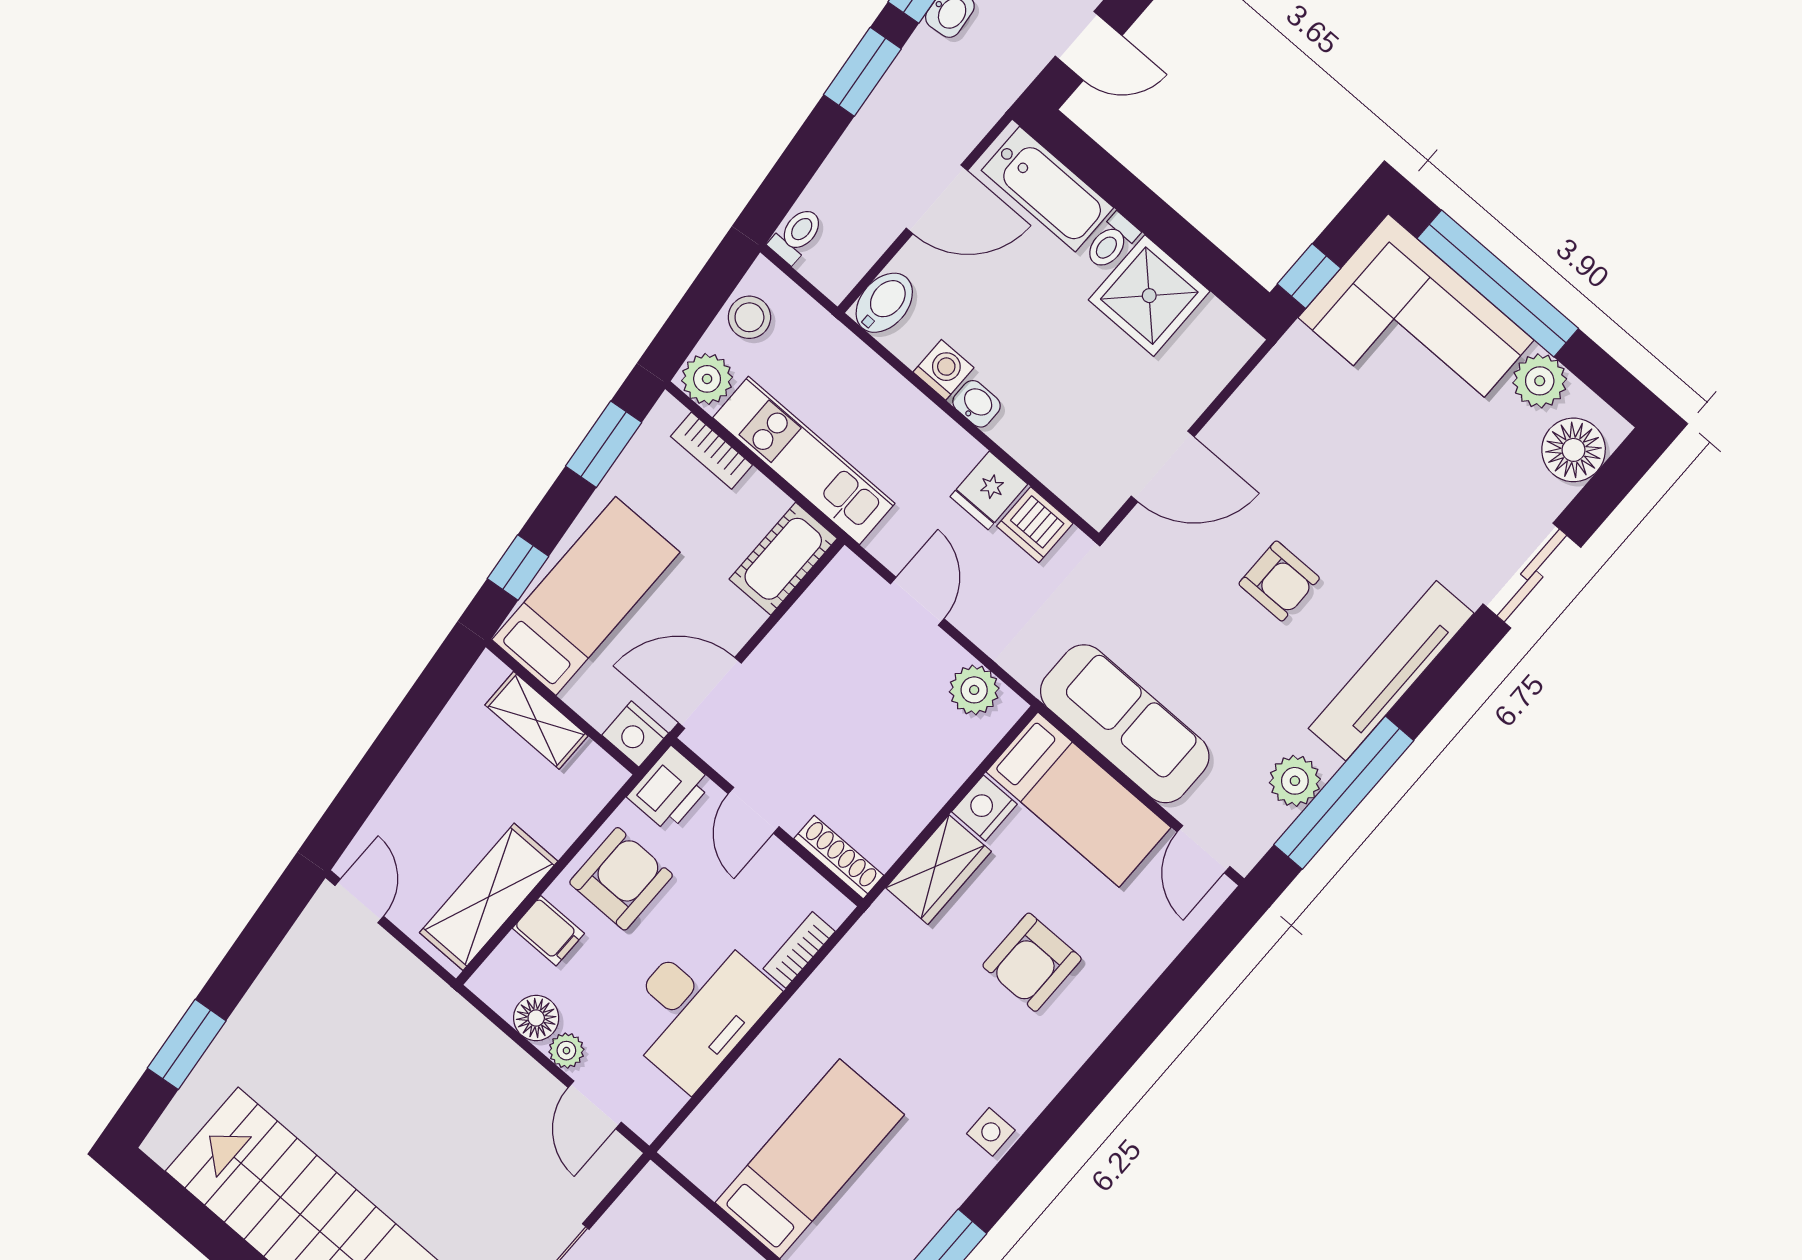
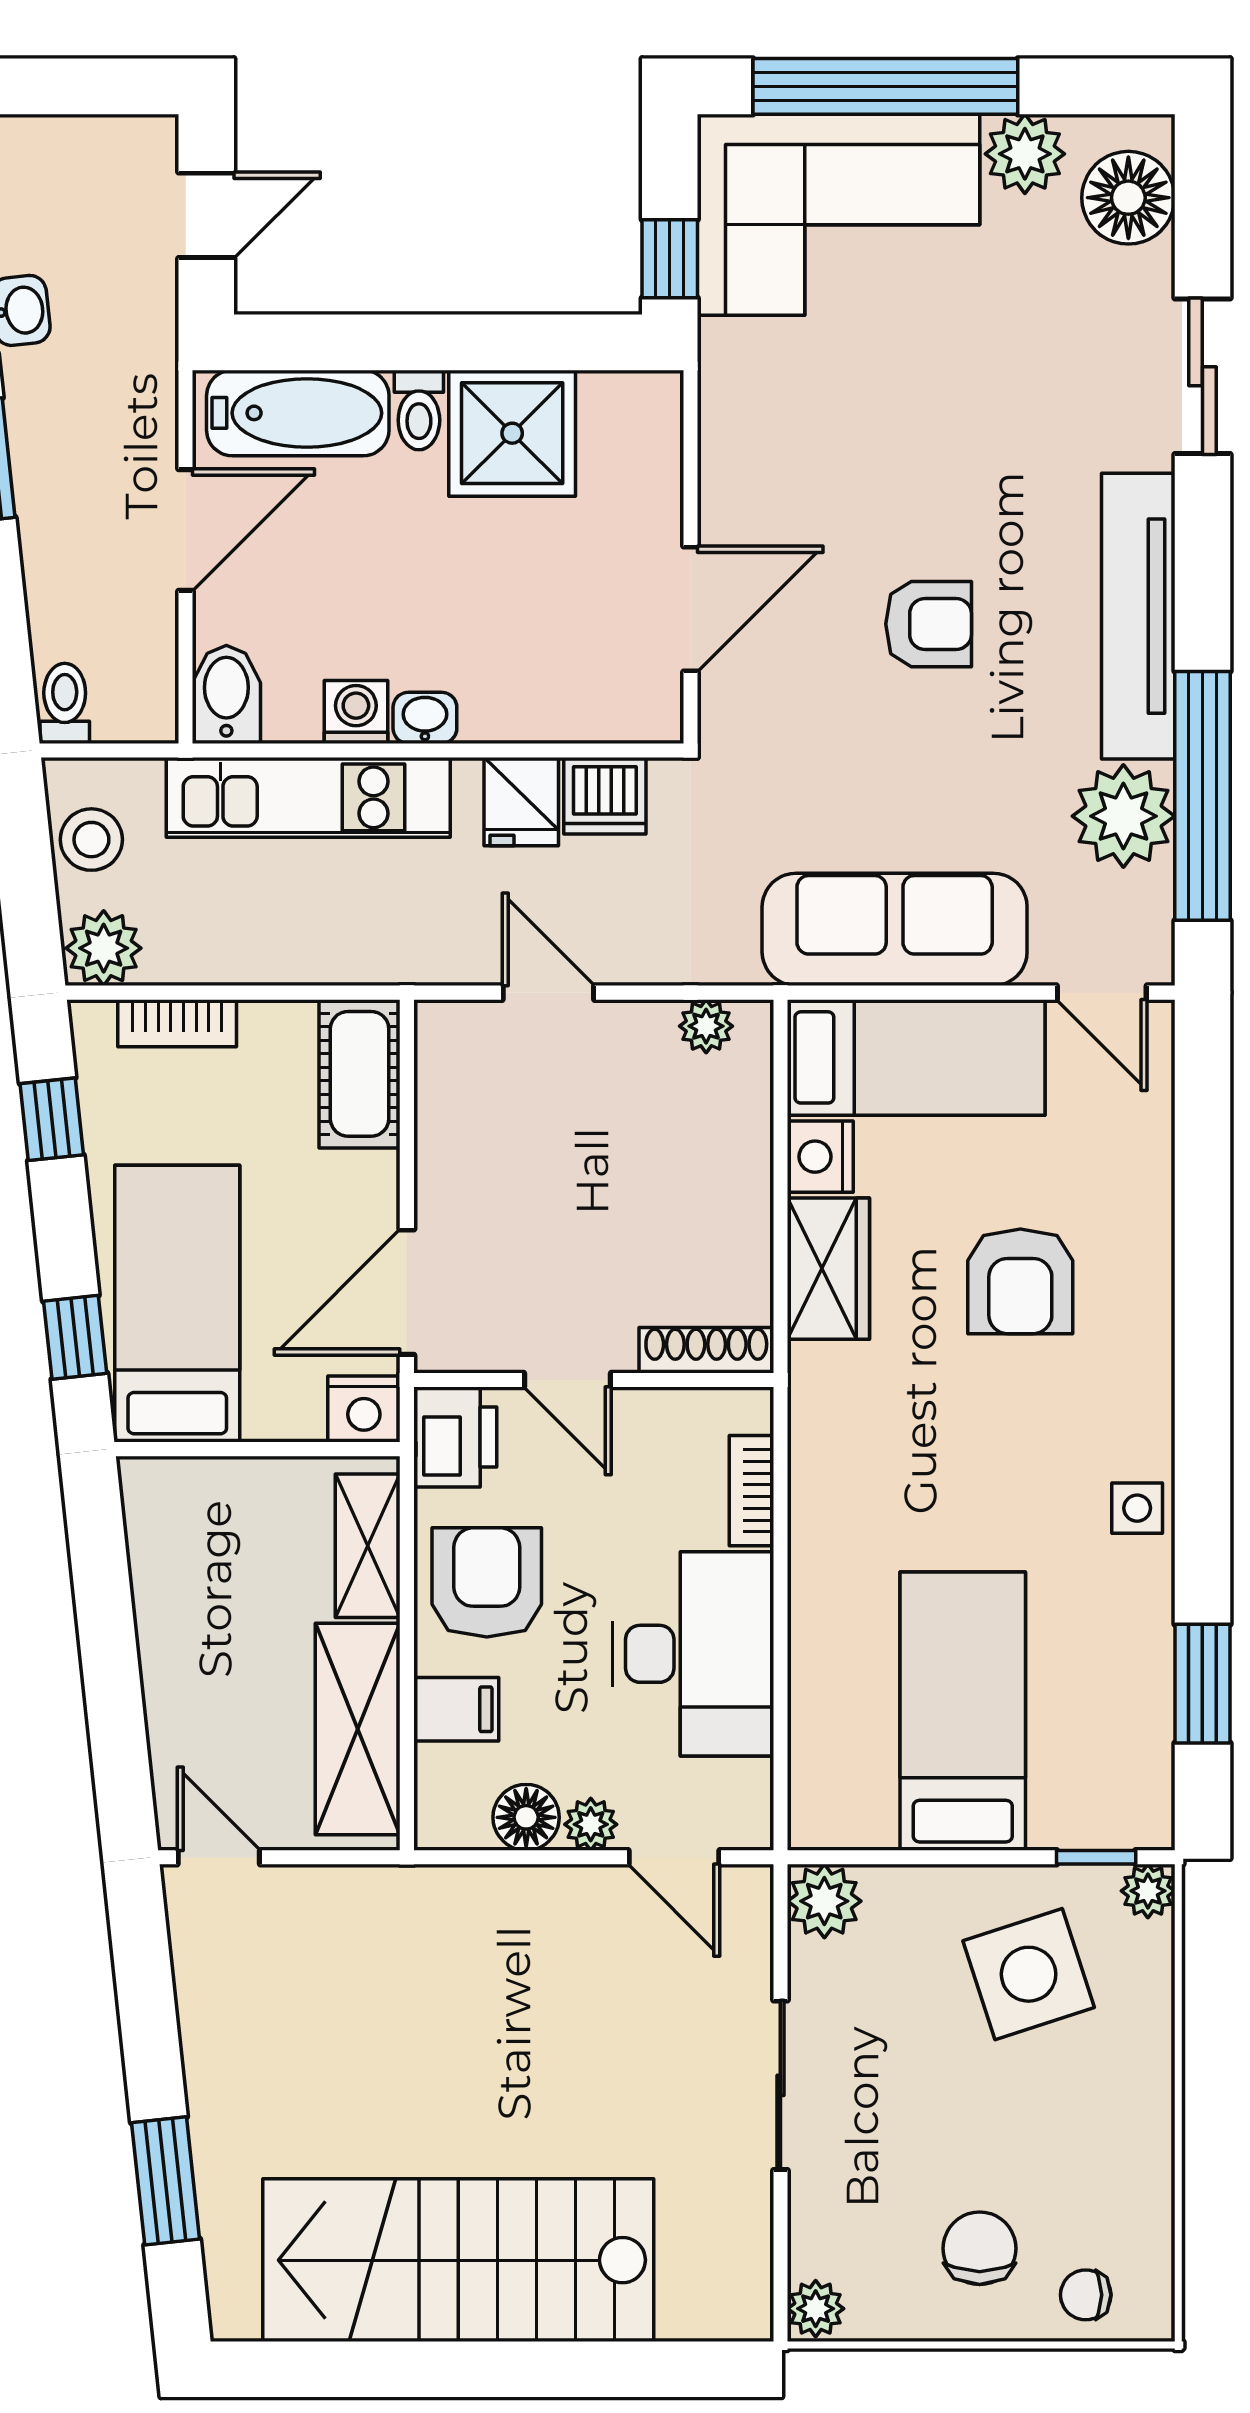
window: (604, 444) -> (52, 1119), width x0.67
kitchen unit: (804, 461) -> (308, 797), moved, turned 180
plant: (974, 690) -> (706, 1026), width x0.73, depth x0.73
shelving: (536, 720) -> (368, 1546), moved, turned 90
plant: (1295, 781) -> (1123, 816), width x1.36, depth x1.36
plant: (653, 1195) -> (824, 1901), added

